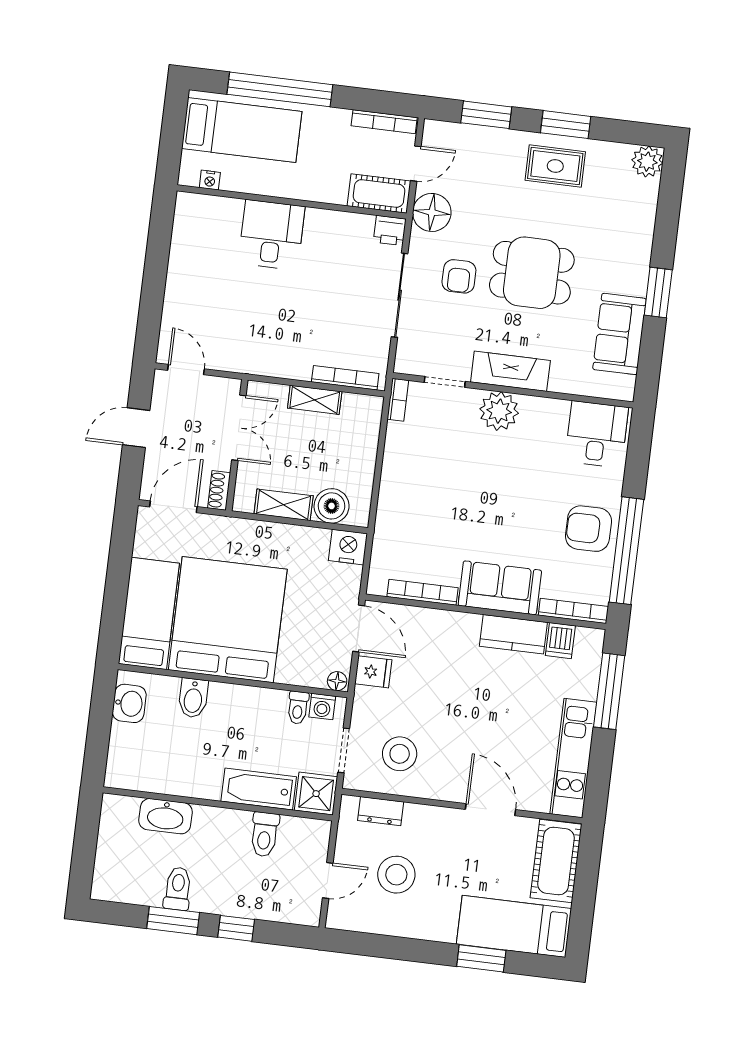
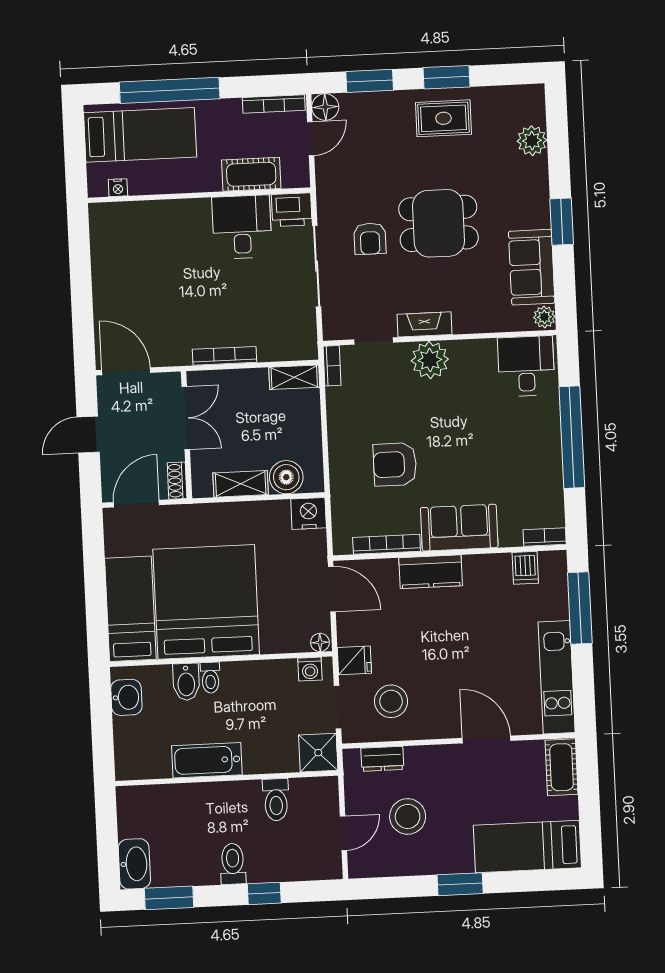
plant: (647, 162) -> (532, 141), moved
cot: (379, 193) -> (251, 174), moved
floor lamp: (432, 212) -> (325, 107), moved, width x0.73, depth x0.73
printer: (390, 230) -> (292, 210), width x1.36, depth x1.24
desk: (272, 235) -> (242, 227), moved
door: (186, 370) -> (126, 371), width x1.38
fireplace: (510, 371) -> (424, 324), width x0.73, depth x0.76
bookcase: (345, 378) -> (224, 356), moved
plant: (624, 387) -> (544, 317), added
shelving: (315, 400) -> (294, 377), moved
armchair: (588, 529) -> (395, 464), moved
window: (626, 551) -> (572, 437), moved
bookcase: (573, 611) -> (545, 537), width x0.64
kitchen counter: (513, 634) -> (431, 572), moved
fridge: (373, 672) -> (354, 660), moved
toilet: (298, 708) -> (210, 678), moved
bathtub: (259, 789) -> (207, 760), moved
washbasin: (165, 816) -> (134, 864), moved, turned -90
cot: (556, 861) -> (562, 767), width x0.73, depth x0.75
toilet: (178, 889) -> (233, 864), moved
window: (173, 921) -> (169, 898), moved
window: (481, 958) -> (460, 884), moved

